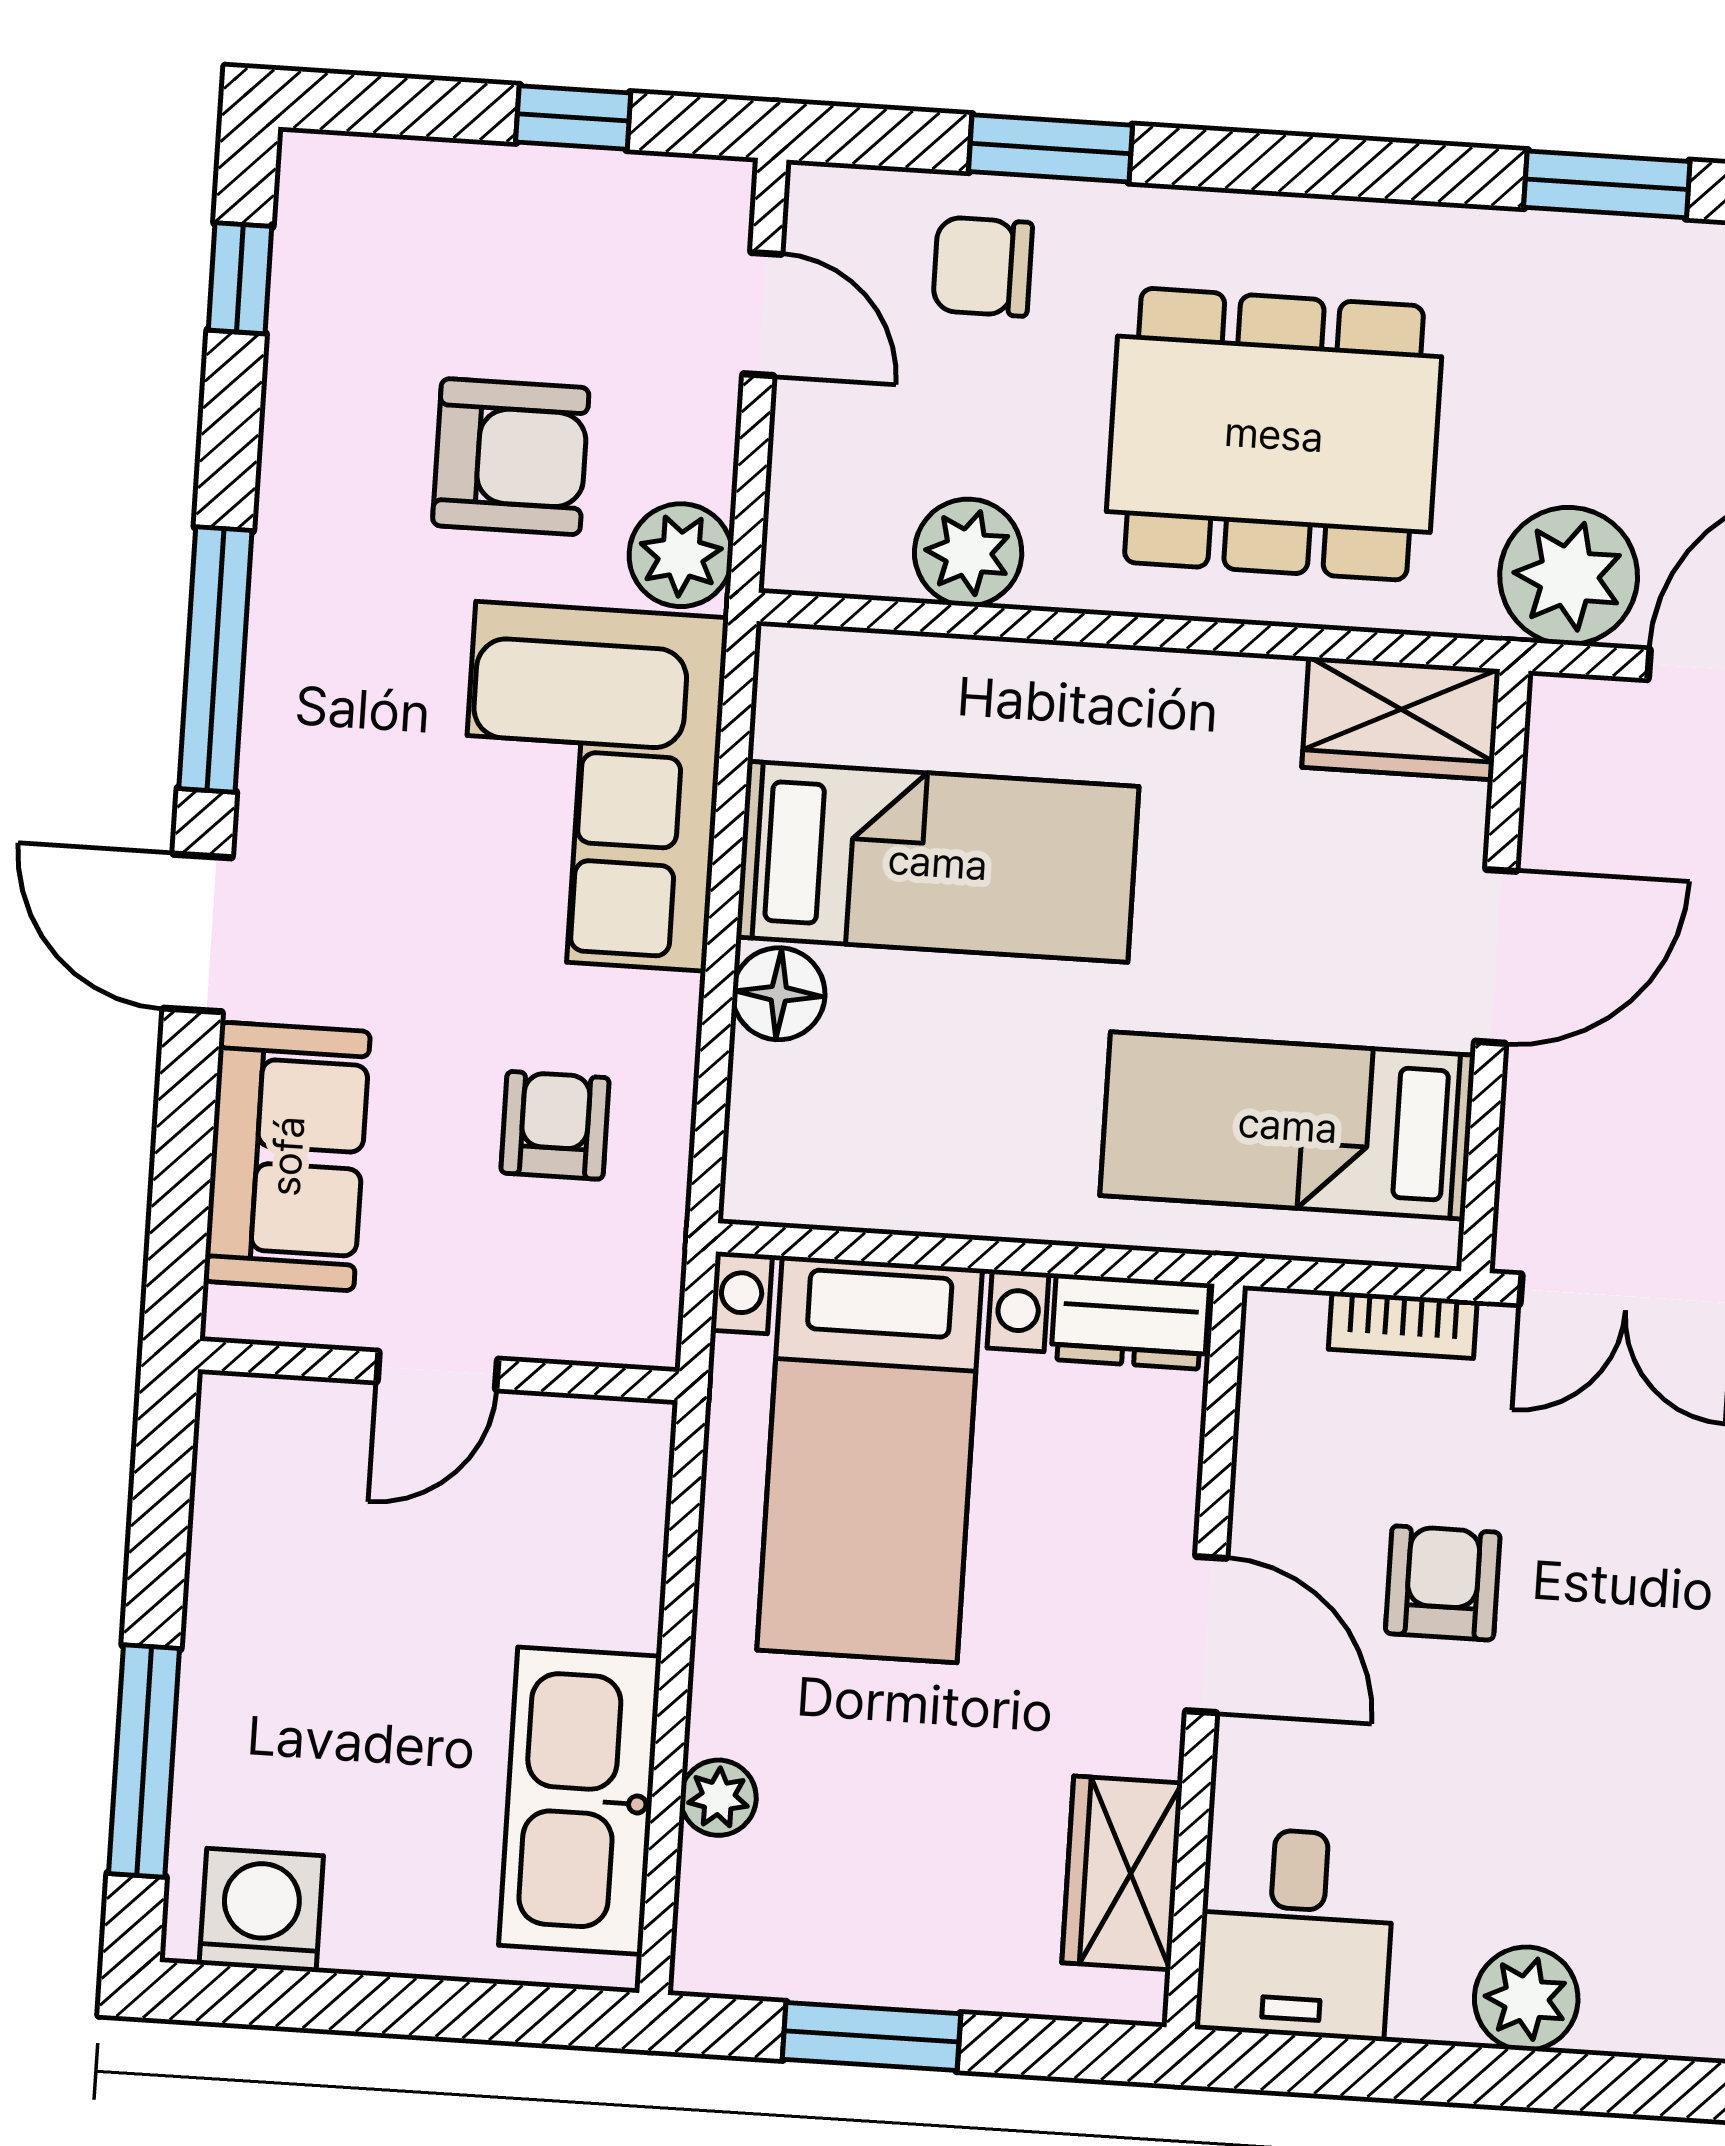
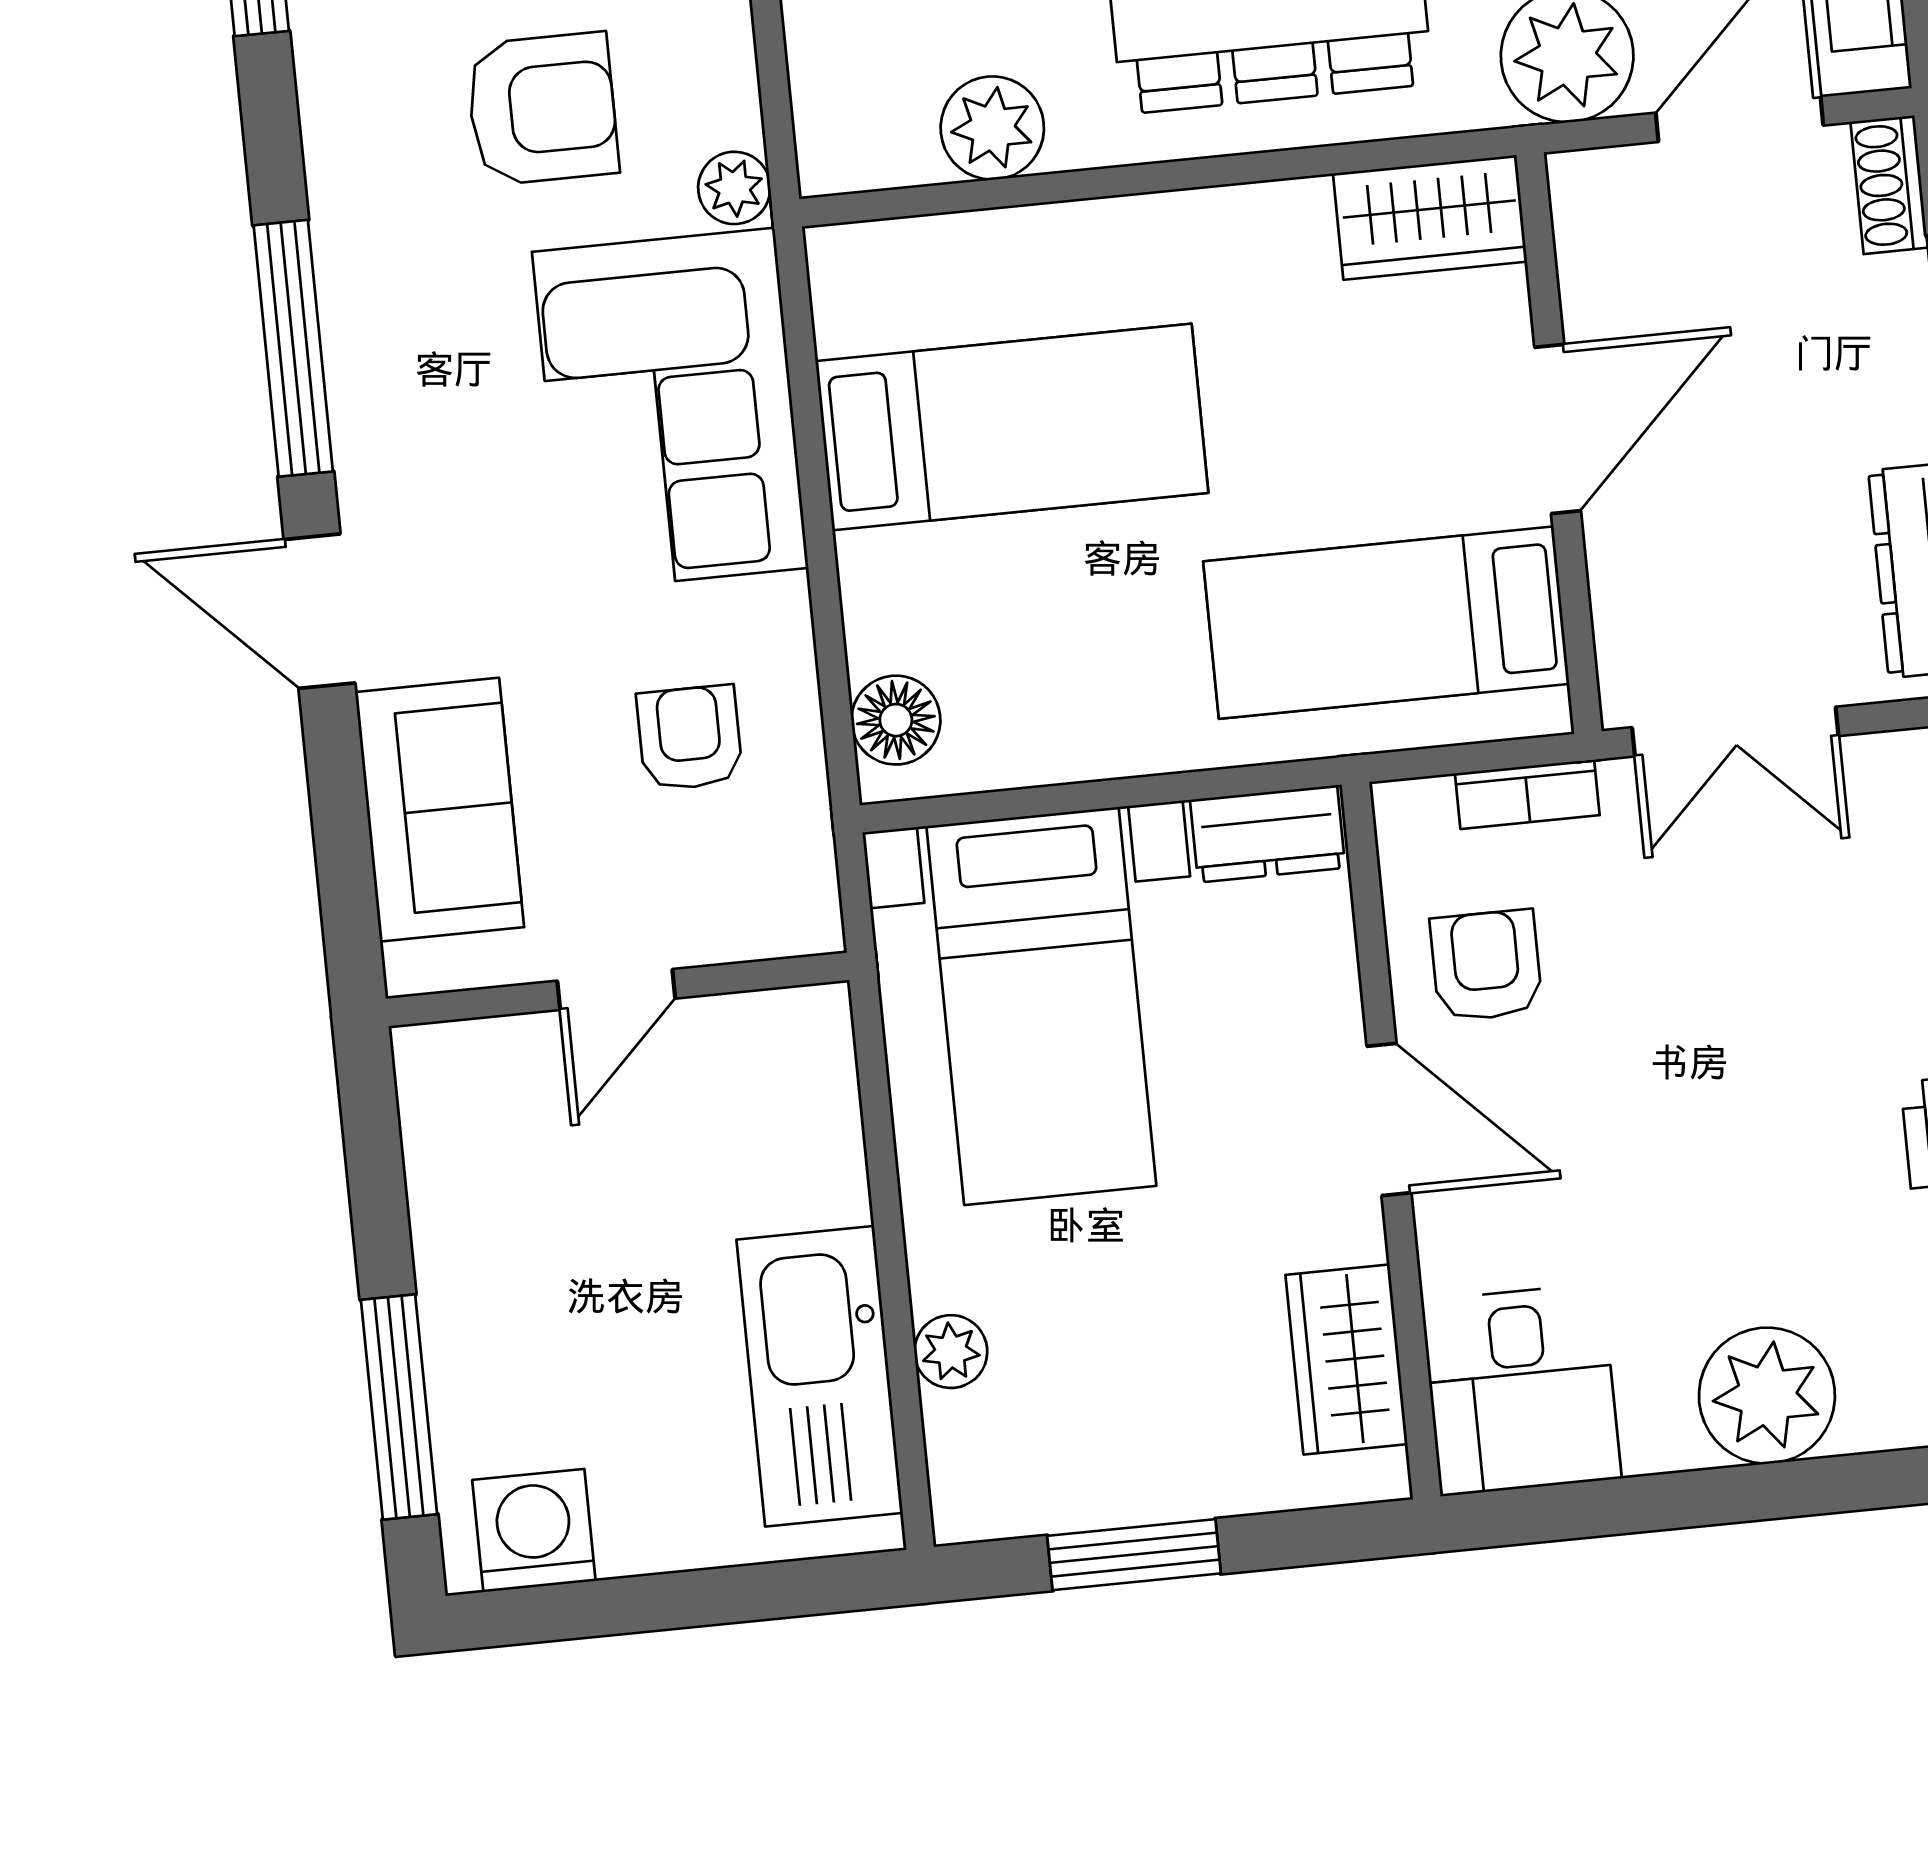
plant: (681, 555) -> (734, 188), width x0.73, depth x0.73
floor lamp: (779, 994) -> (896, 720), moved
armchair: (1443, 1583) -> (1486, 966), moved
plant: (1526, 1999) -> (1767, 1396), width x1.36, depth x1.36

